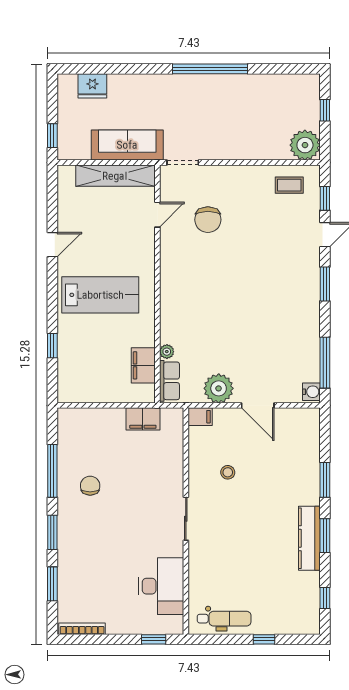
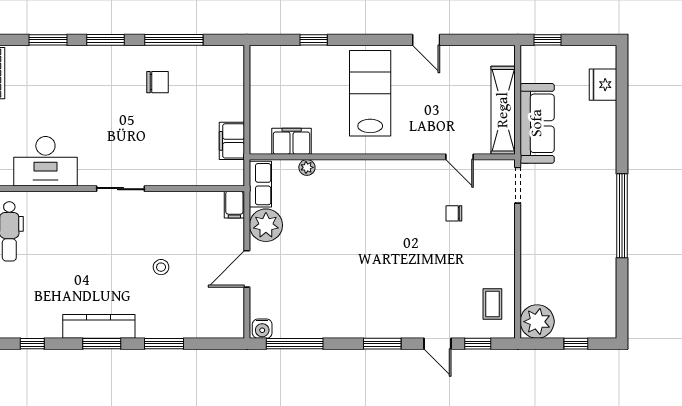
chair: (208, 220) -> (454, 213), width x0.54, depth x0.54
lab bench: (100, 295) -> (370, 93), turned 180
row of seats: (169, 381) -> (260, 184), moved, turned -90
stool: (228, 472) -> (161, 267), moved

